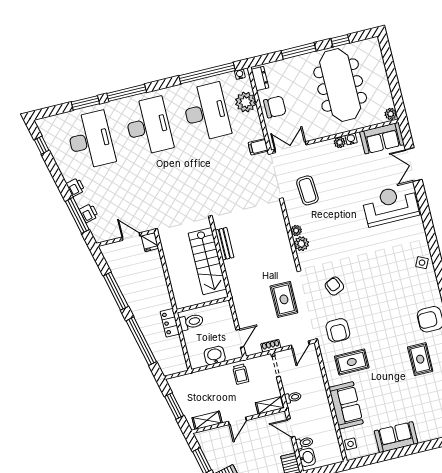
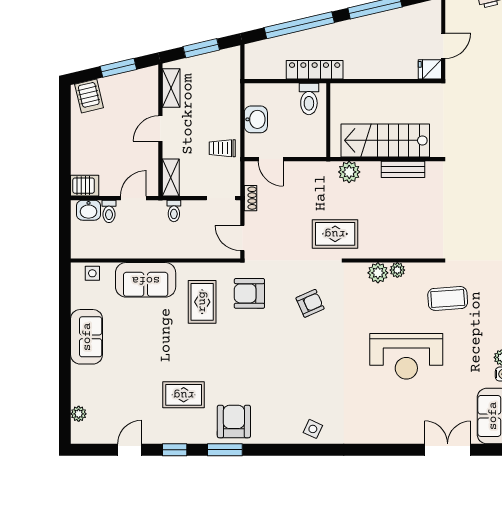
reception desk: (390, 205) -> (406, 356), moved, turned 90
plant: (236, 281) -> (349, 172), added
rug: (284, 299) -> (335, 234), moved
locker: (170, 323) -> (315, 70), width x1.53
door: (237, 421) -> (160, 129), hinge flipped

